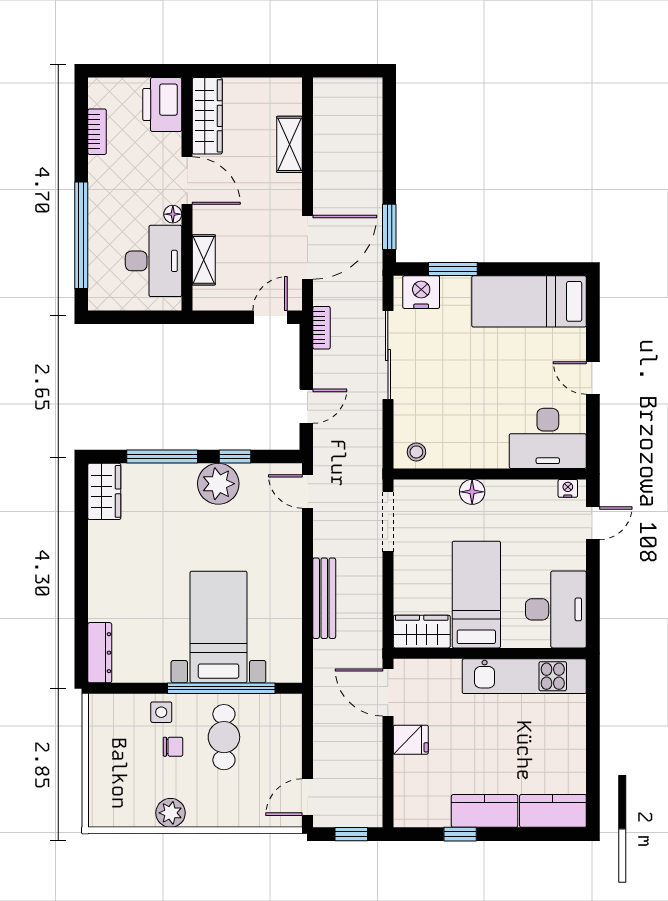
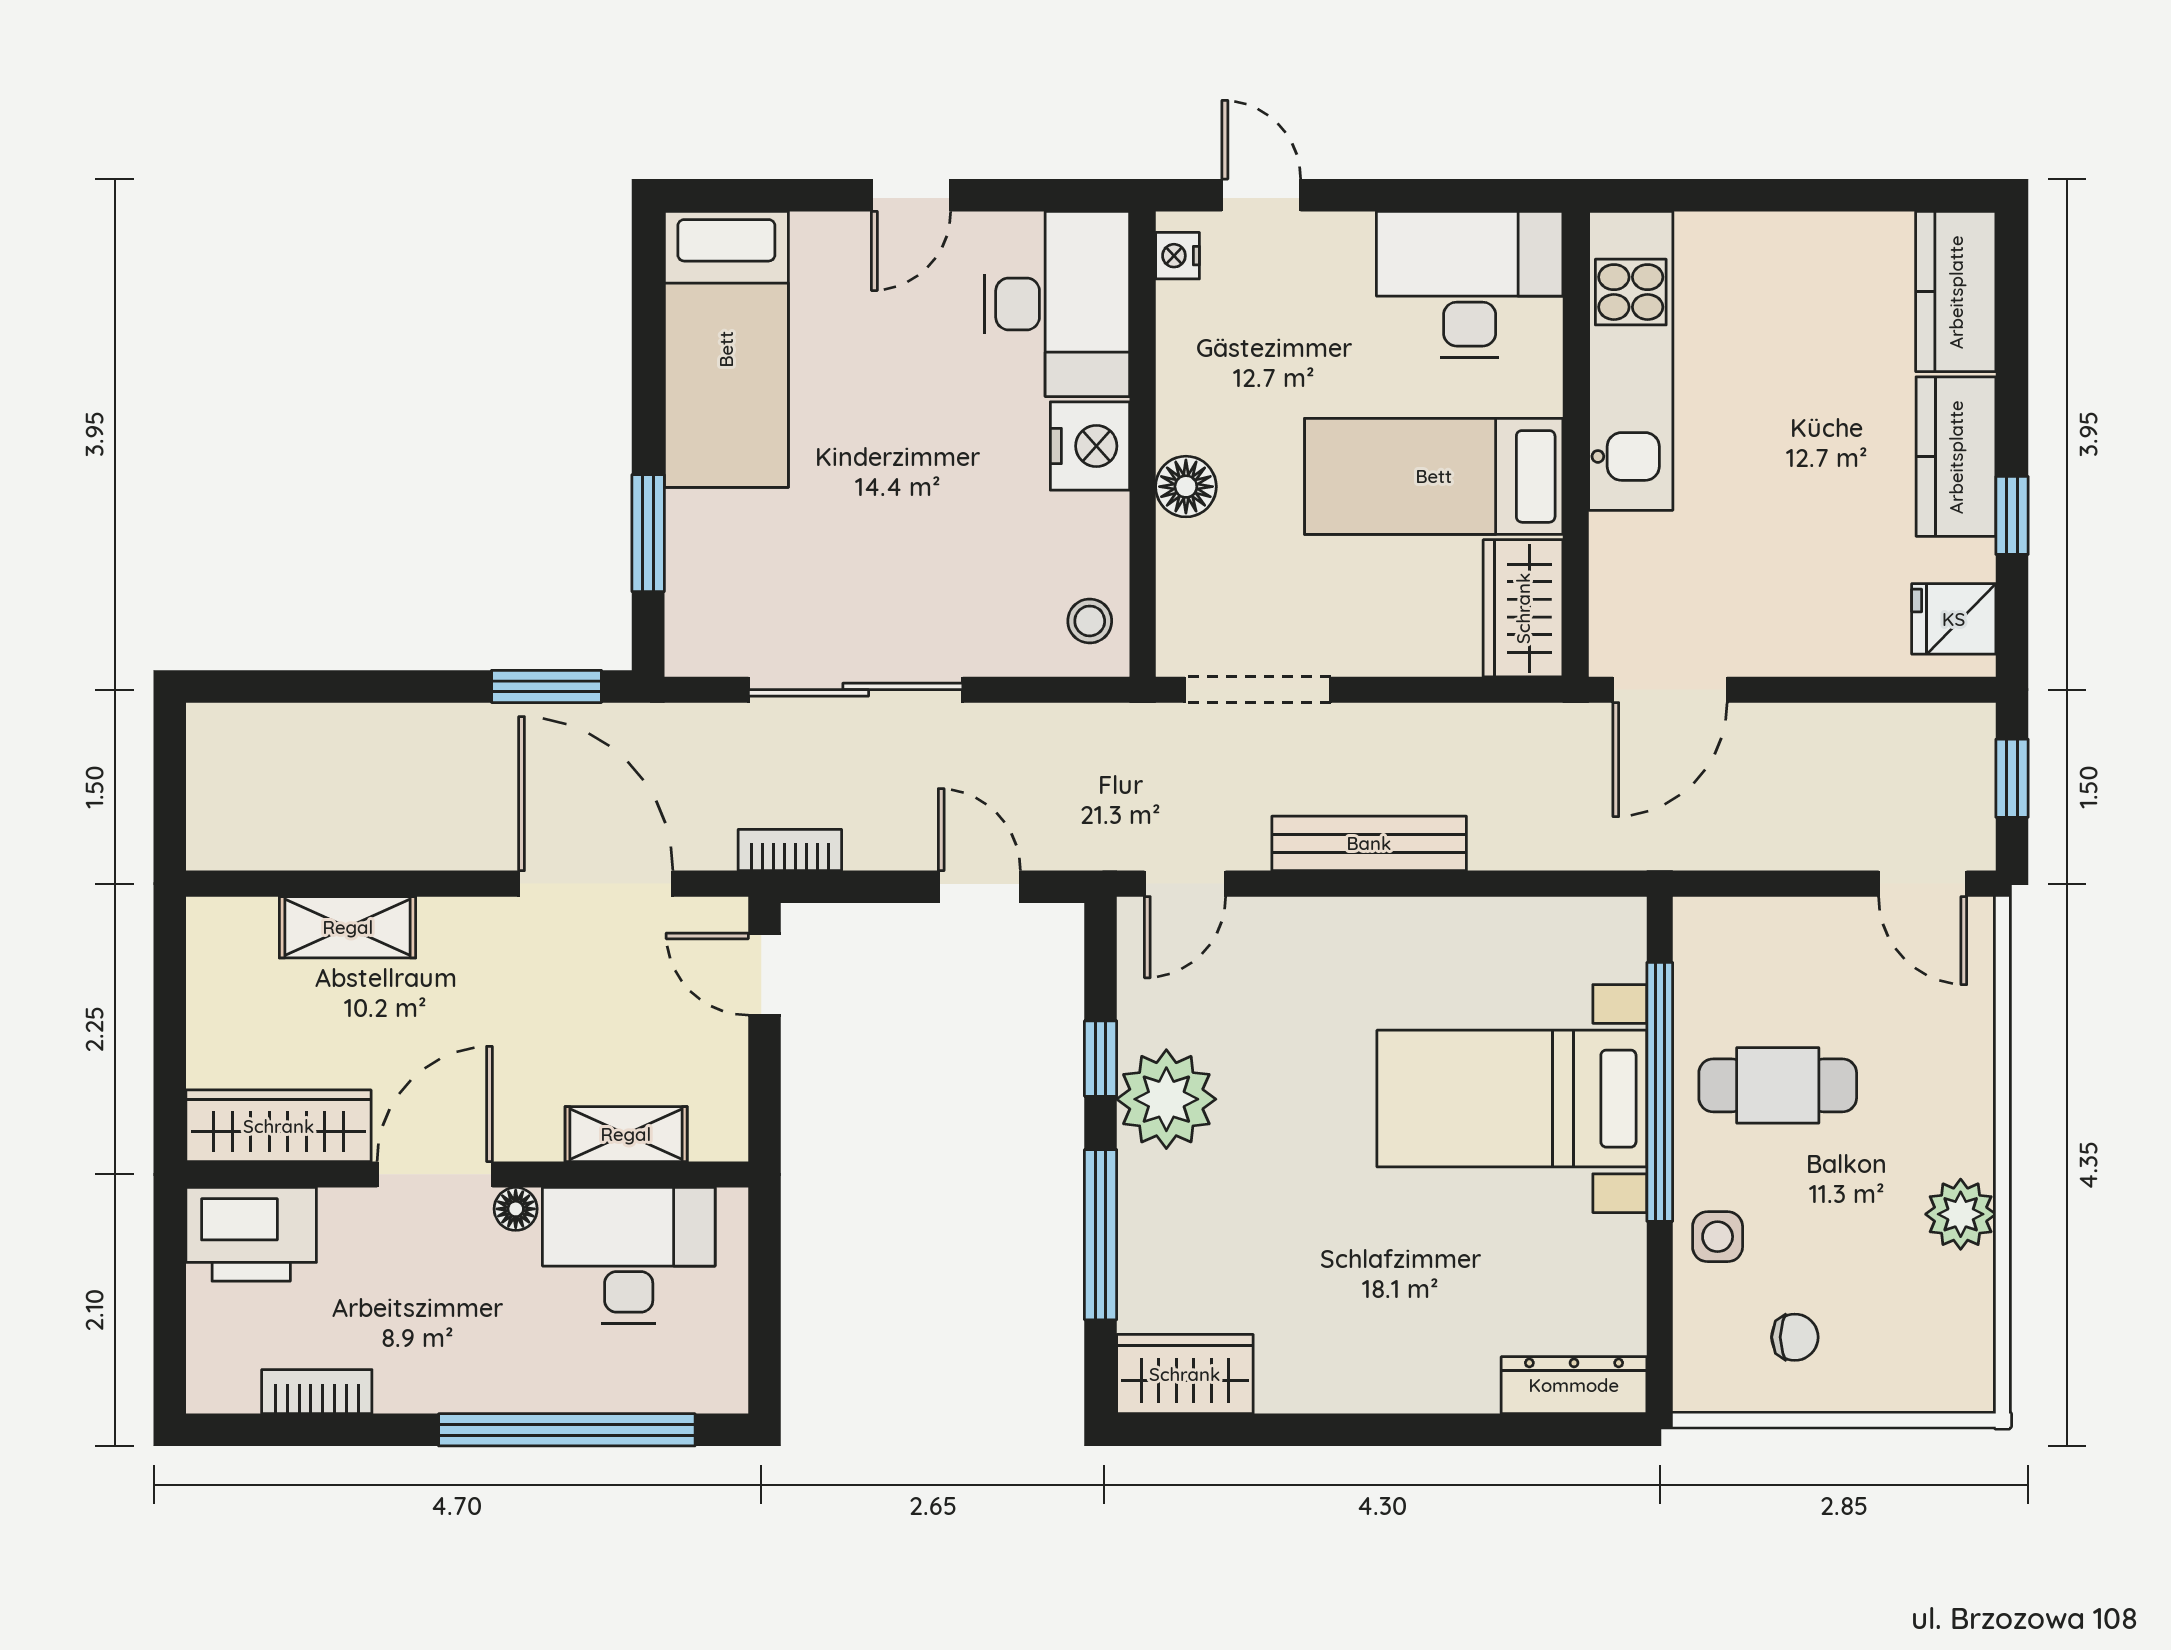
nightstand: (421, 292) -> (1090, 446), moved, turned 180
bench: (324, 598) -> (1369, 843), moved
fridge: (411, 740) -> (1954, 619), moved, turned -90
chair: (173, 747) -> (1795, 1337), moved, turned 90

